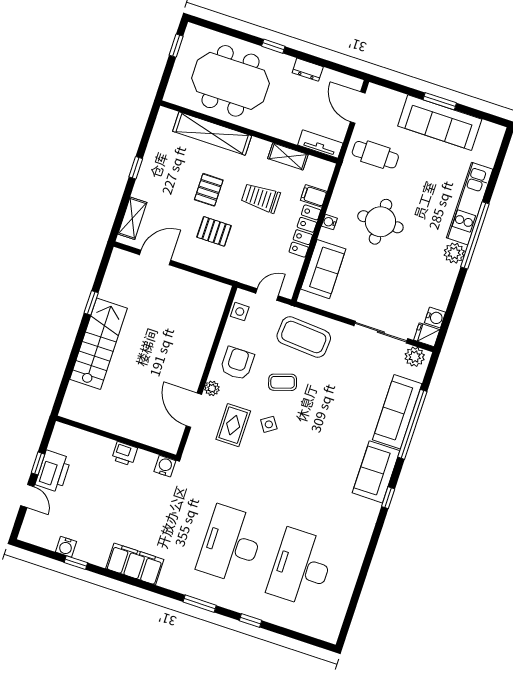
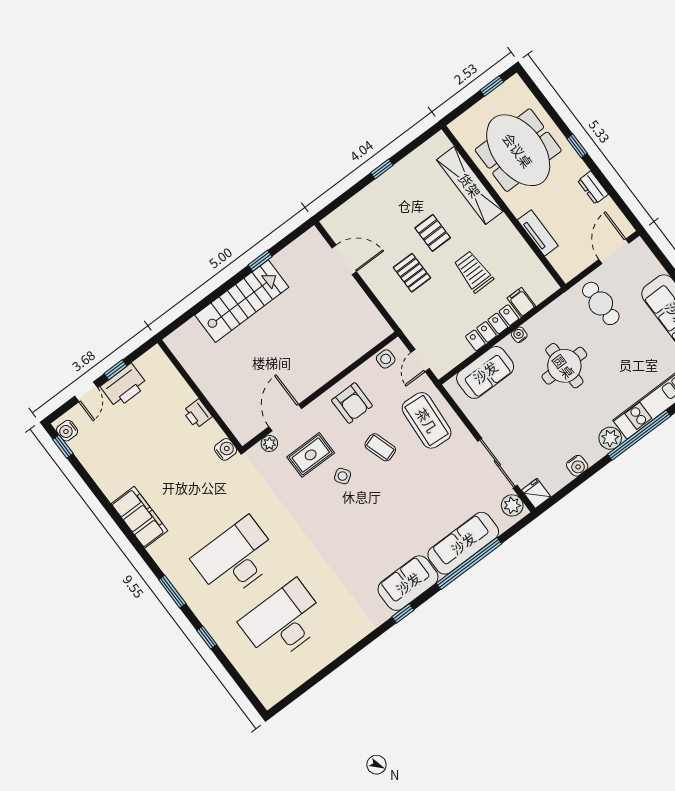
tv unit: (320, 144) -> (538, 233), moved
shelving: (288, 156) -> (523, 252), removed
pallet: (209, 190) -> (433, 233), turned 90
shelving: (132, 218) -> (348, 211), removed
door: (267, 294) -> (420, 361), swing flipped
water cooler: (435, 317) -> (577, 466), moved
armchair: (237, 363) -> (352, 403), turned 90
plant: (212, 388) -> (269, 444), moved
water cooler: (66, 547) -> (67, 431), moved
window: (76, 563) -> (63, 447), moved

